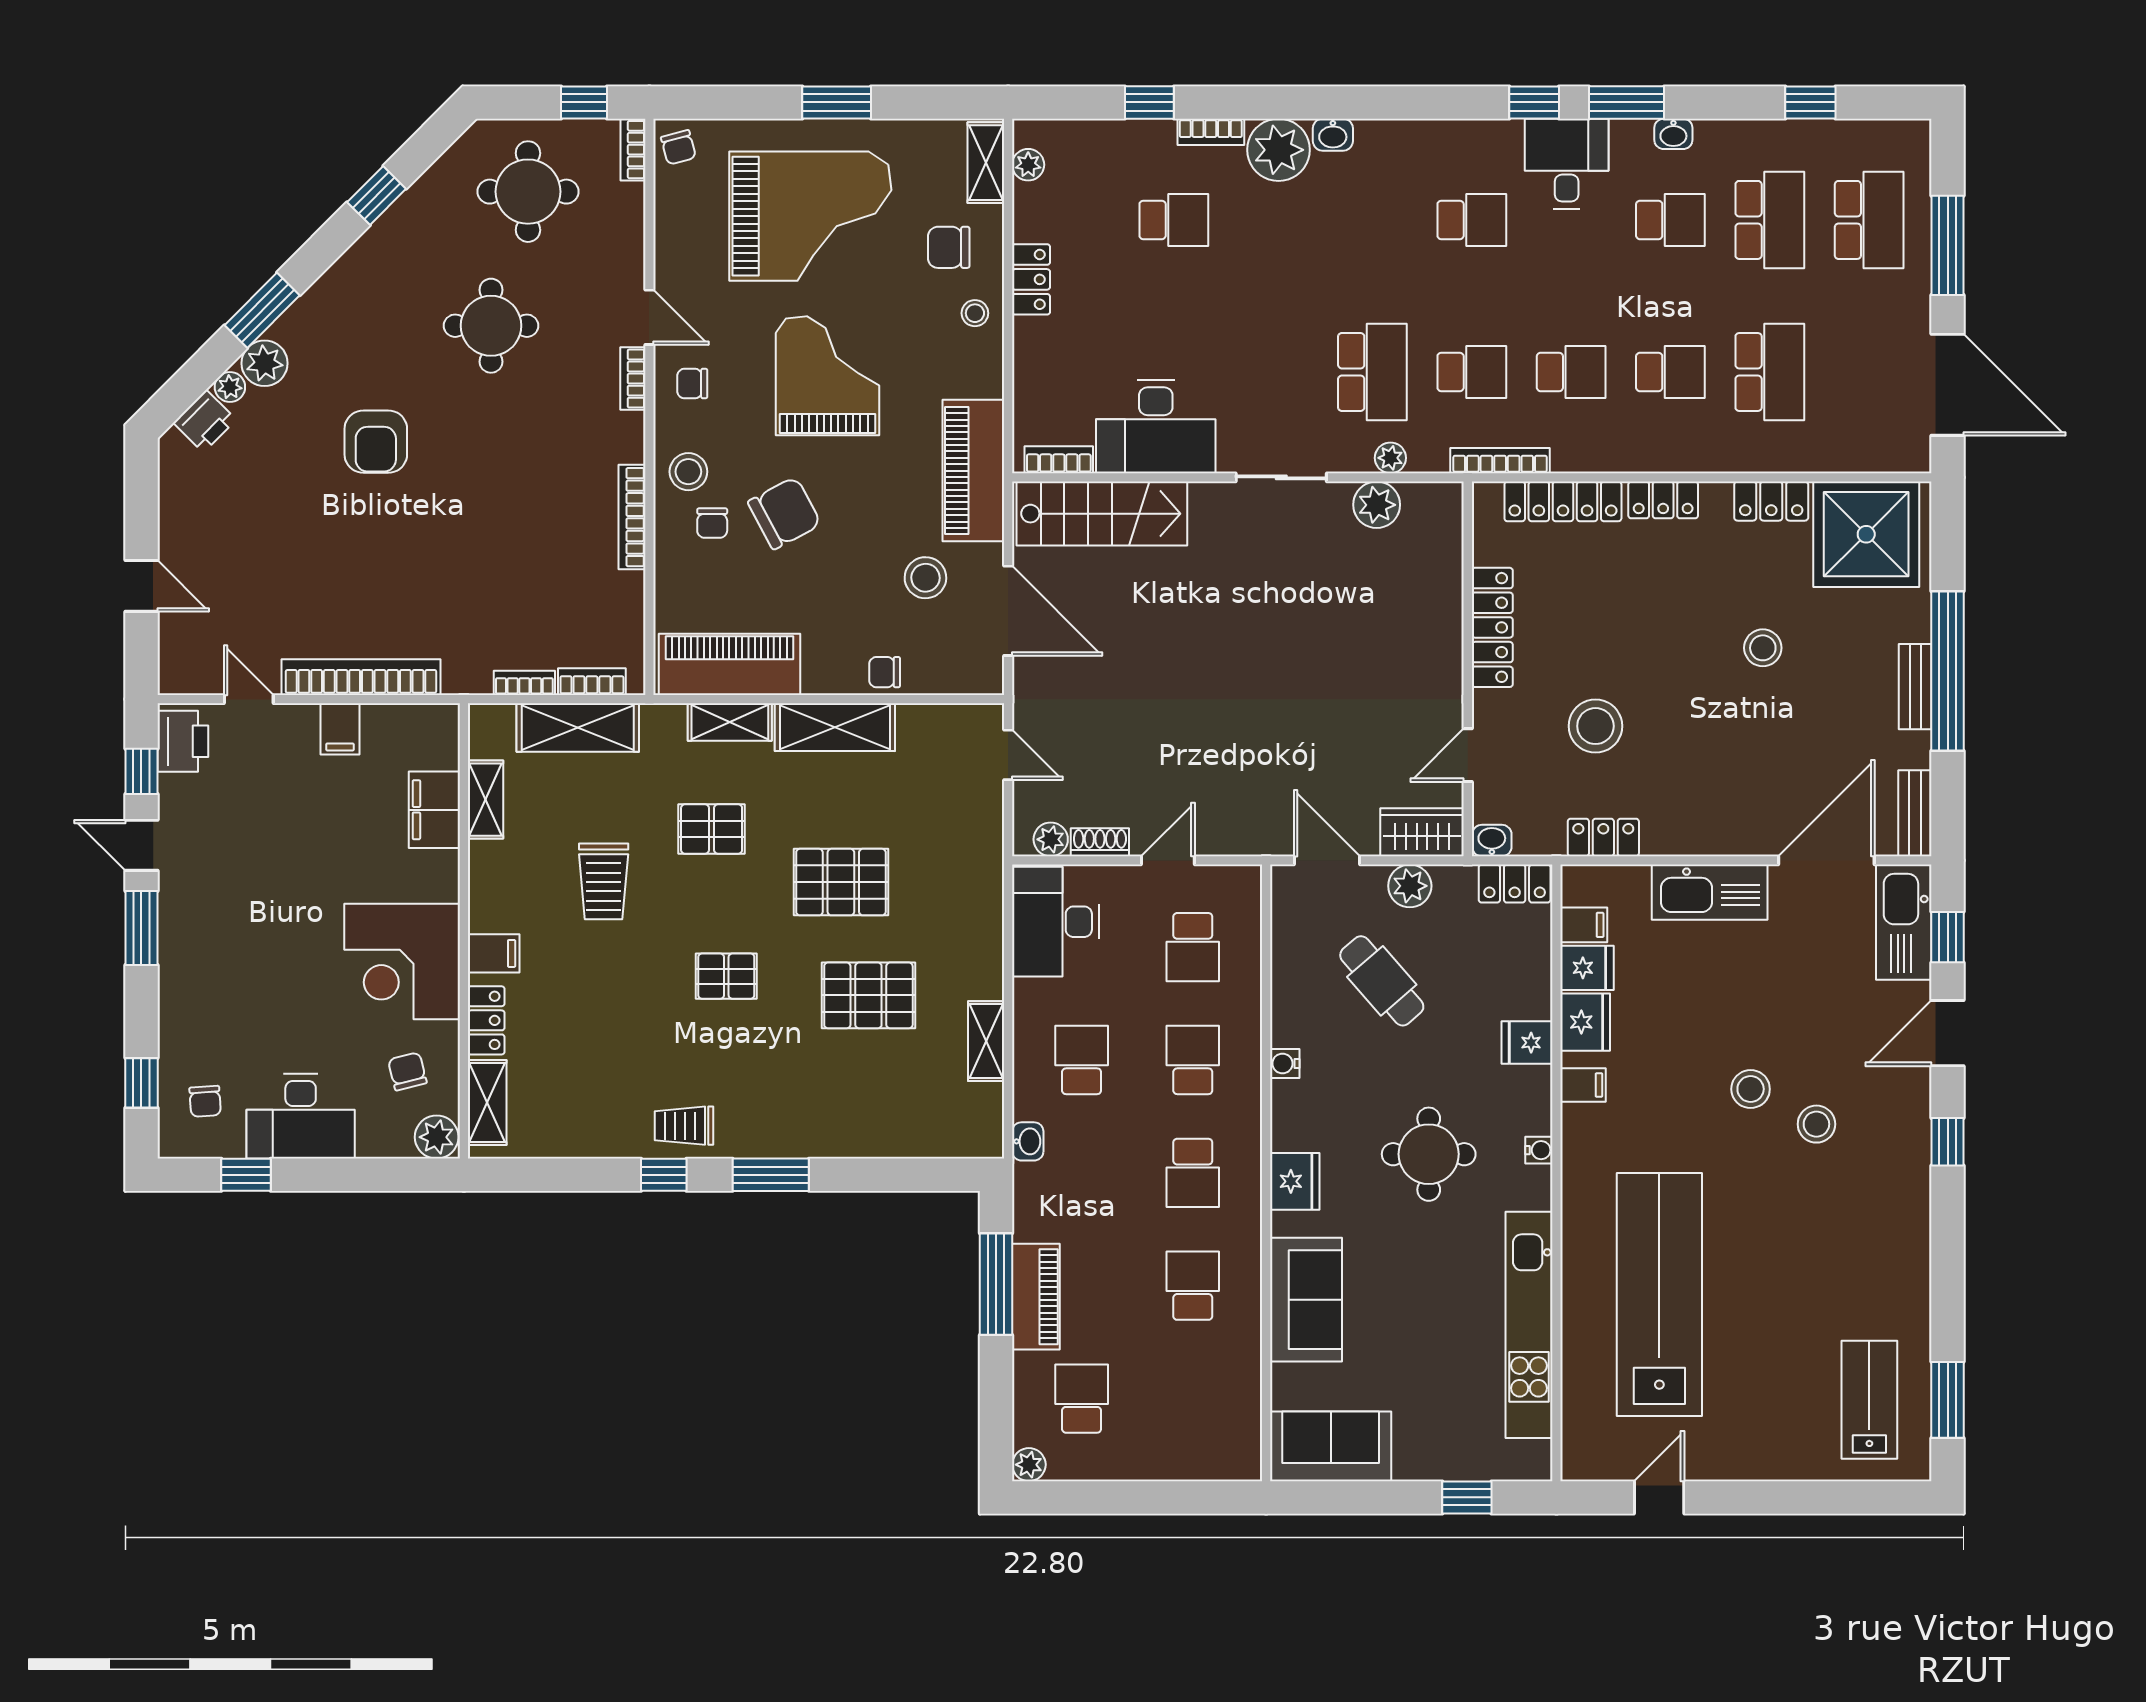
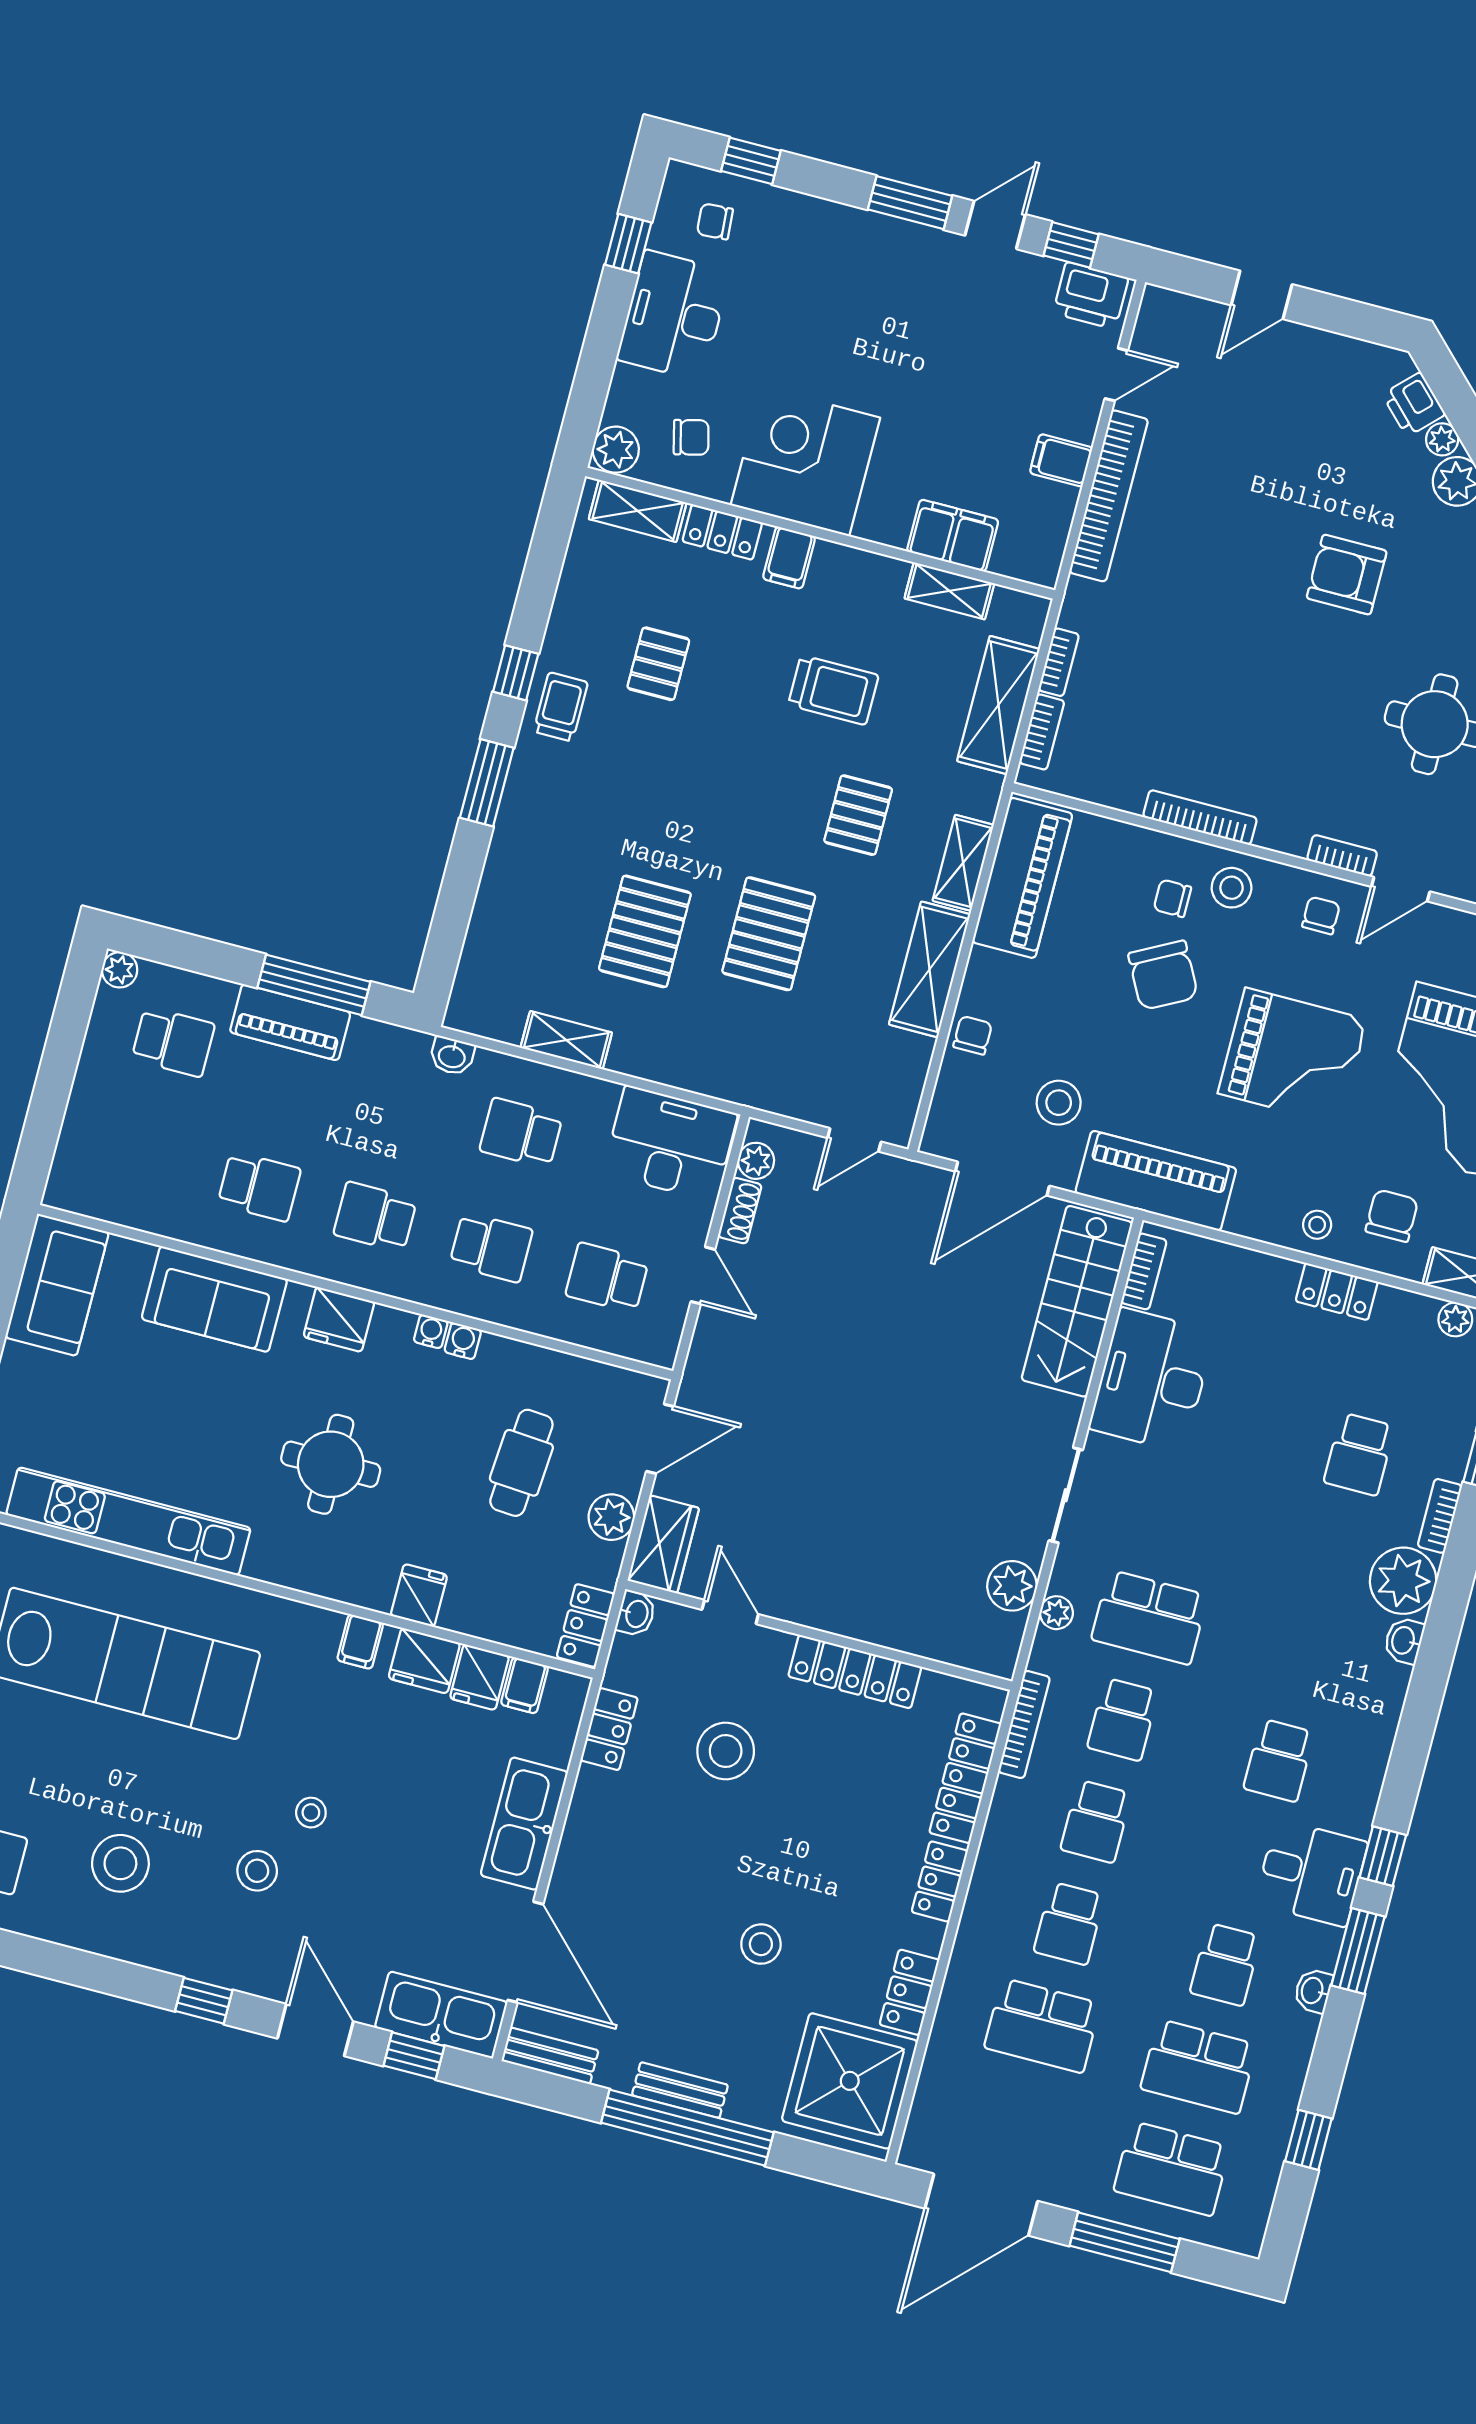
trolley: (604, 881) -> (833, 690), turned 180
pallet: (726, 976) -> (658, 664), moved
cafe table: (1382, 981) -> (521, 1463), turned -45
school desk: (1082, 1060) -> (521, 1133), turned 180
stool: (1751, 1089) -> (311, 1813), width x0.73, depth x0.73
water cooler: (1539, 1150) -> (431, 1331), moved, turned 180
stool: (1842, 1250) -> (120, 1863), added

